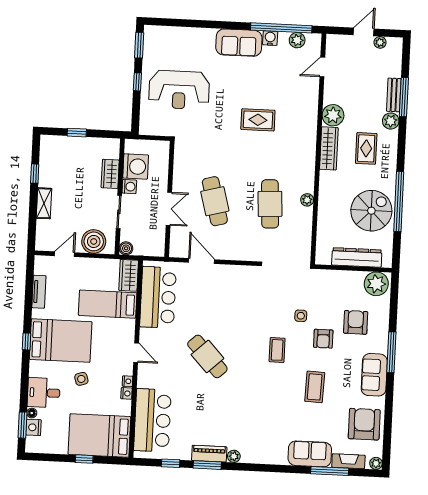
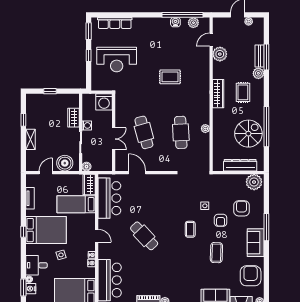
row of seats: (179, 35) -> (115, 23), added
sofa: (239, 43) -> (155, 26), removed
plant: (333, 115) -> (220, 54), moved
washing machine: (136, 166) -> (104, 102), moved, turned 90

